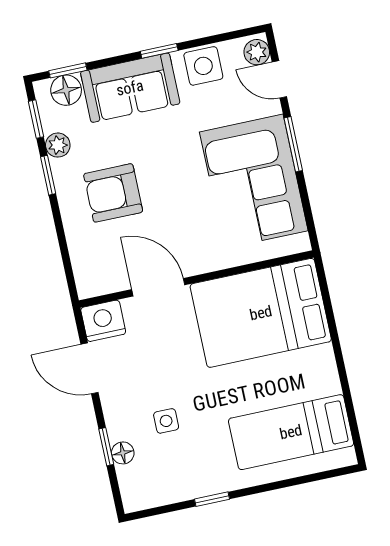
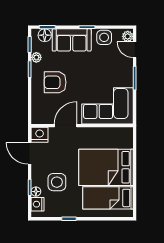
corner sofa: (254, 181) -> (108, 106), moved, turned 90
door: (158, 287) -> (66, 126), hinge flipped
bed: (261, 313) -> (106, 167), moved
side table: (166, 421) -> (57, 182), width x1.87, depth x1.87
nightstand: (133, 481) -> (37, 204), added

